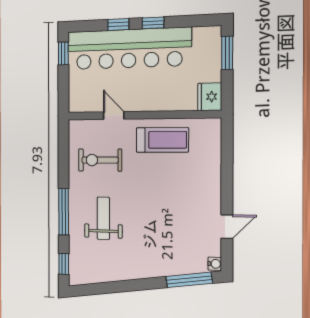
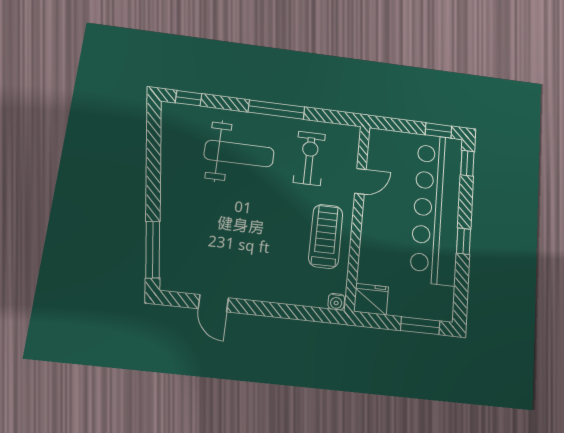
window: (118, 24) -> (467, 163), moved
treadmill: (162, 140) -> (326, 236), turned 180
window: (64, 212) -> (276, 110), moved
weight bench: (103, 218) -> (239, 154), width x1.36, depth x1.33
water cooler: (215, 264) -> (336, 302), moved

